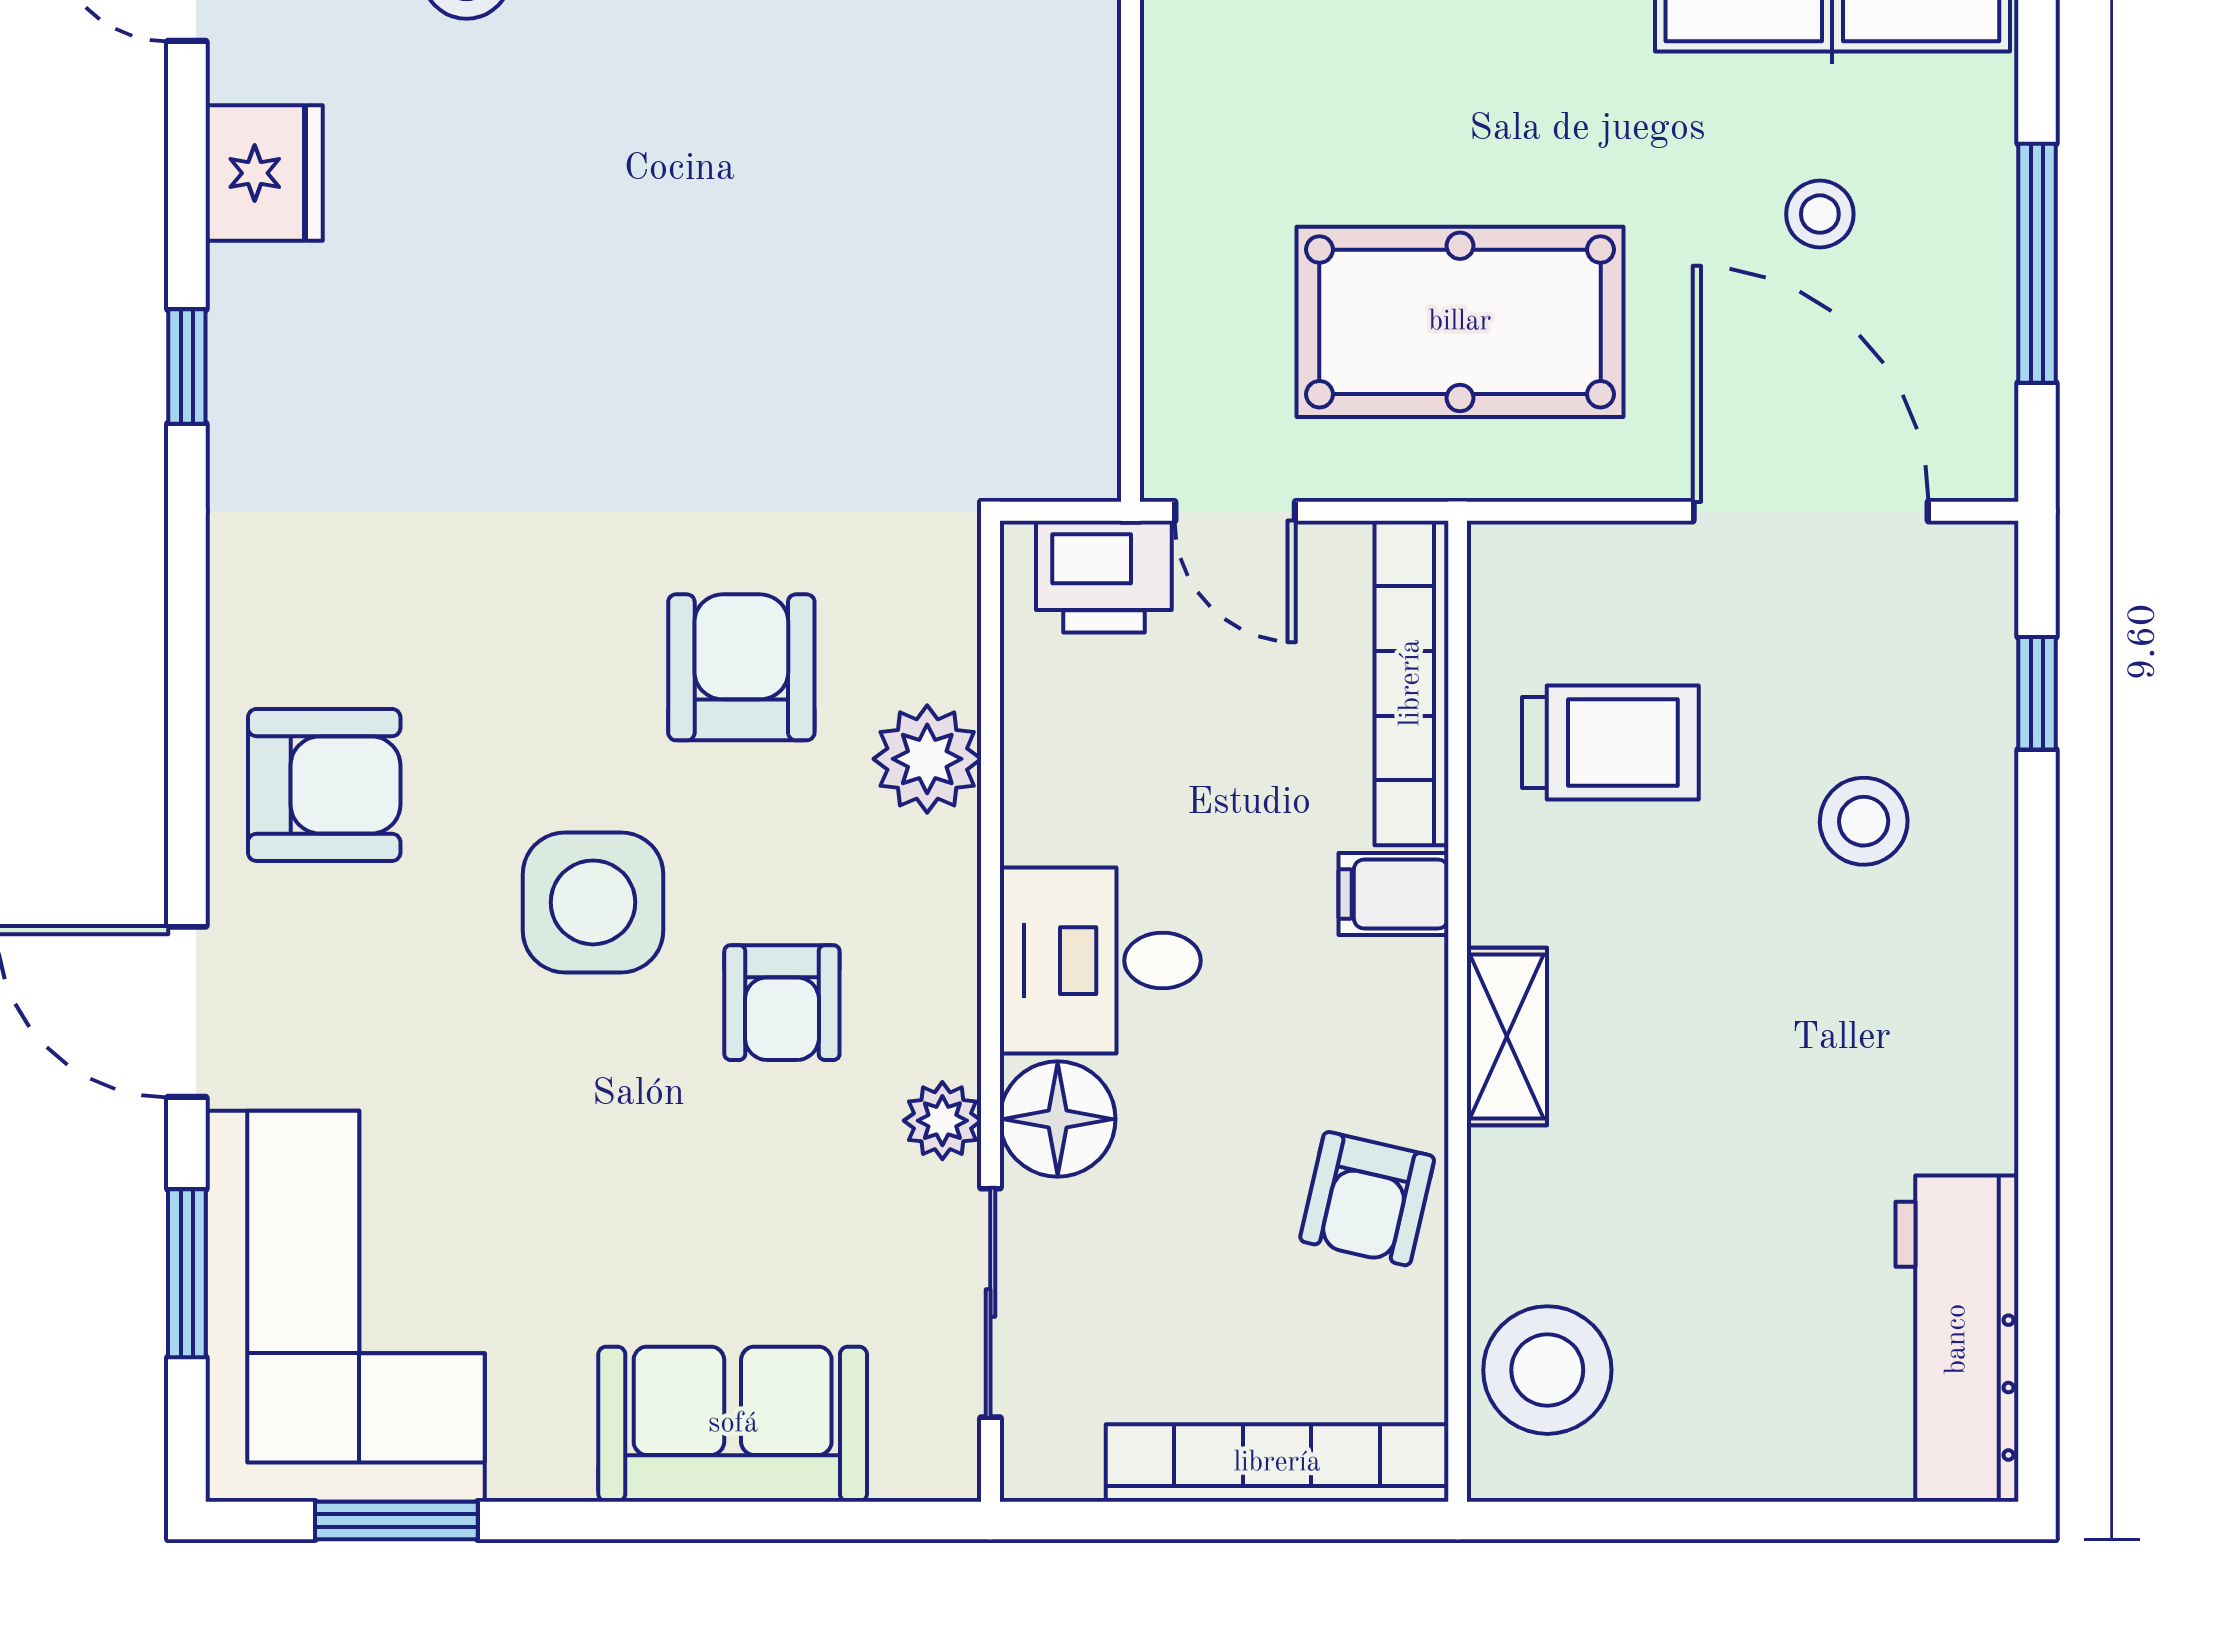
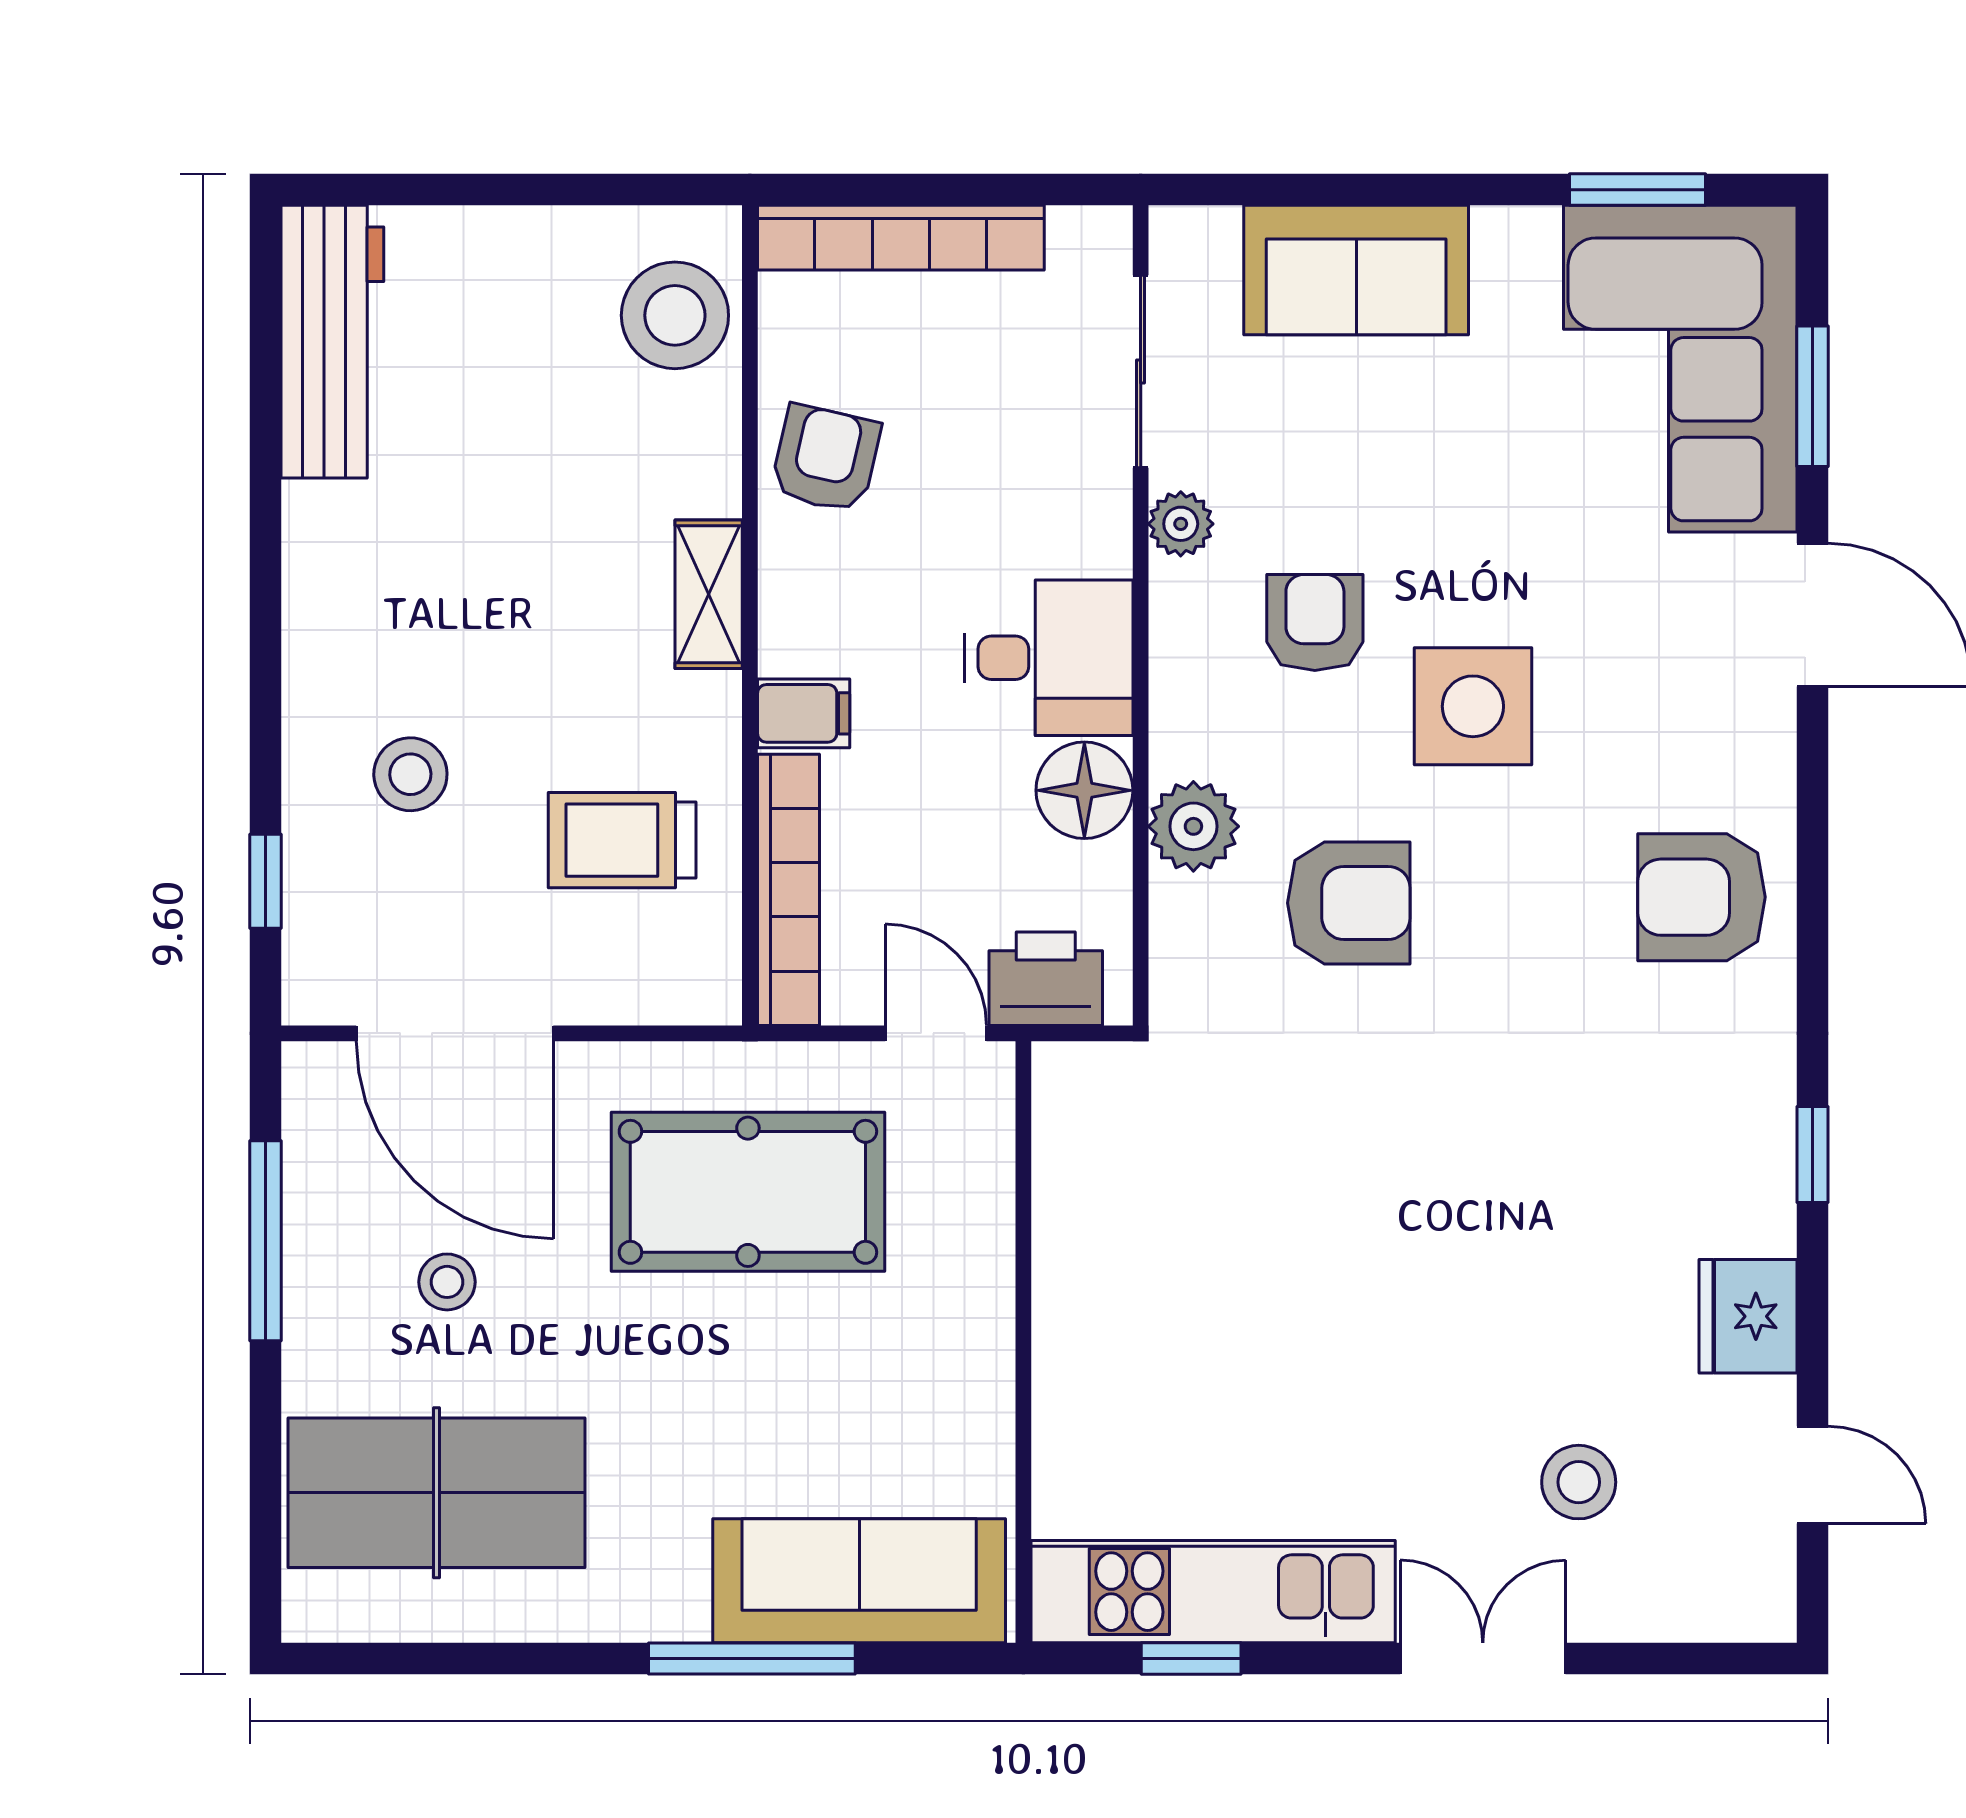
armchair: (741, 667) -> (1349, 903), turned -90
armchair: (324, 785) -> (1701, 897), moved
floor lamp: (1058, 1119) -> (1084, 790), moved

